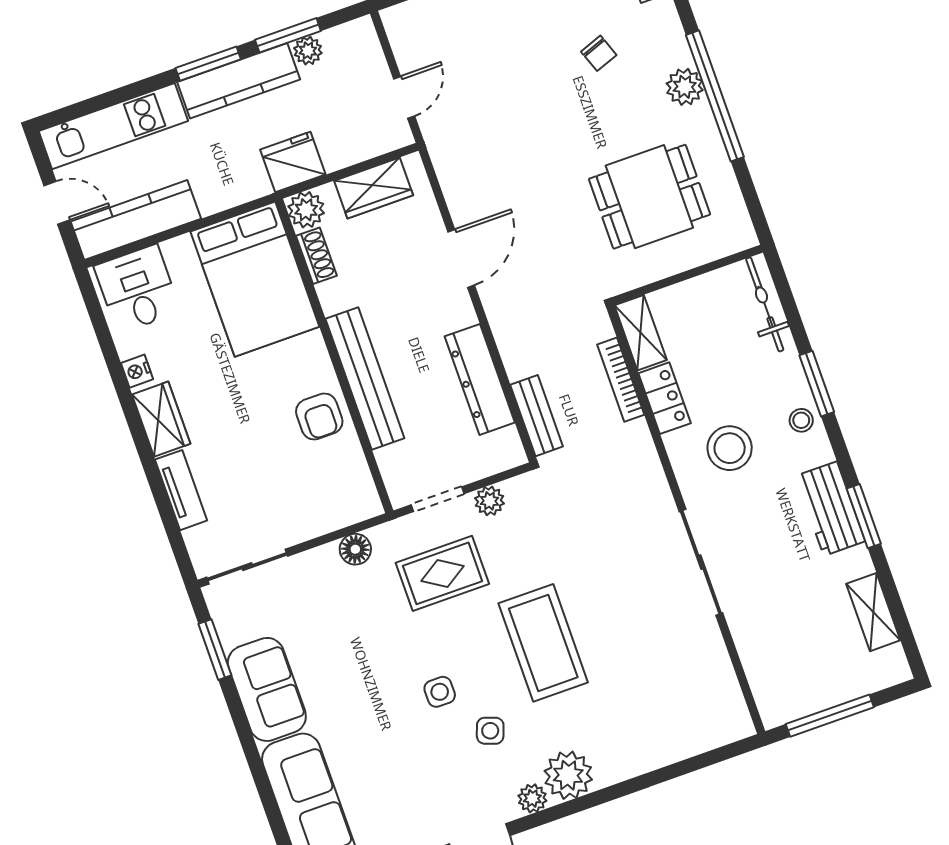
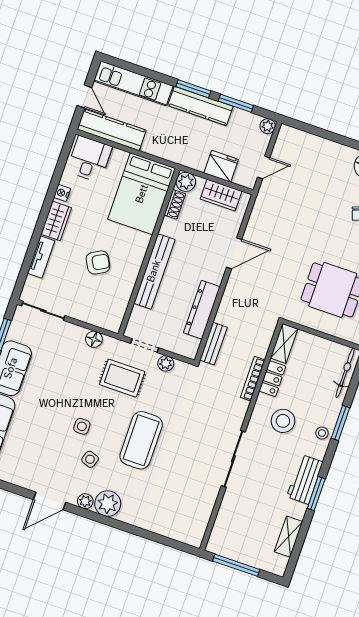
plant: (308, 51) -> (268, 126), moved
fridge: (293, 162) -> (221, 166), moved
bookcase: (621, 380) -> (253, 379), moved
armchair: (319, 417) -> (98, 262), moved, turned -119

